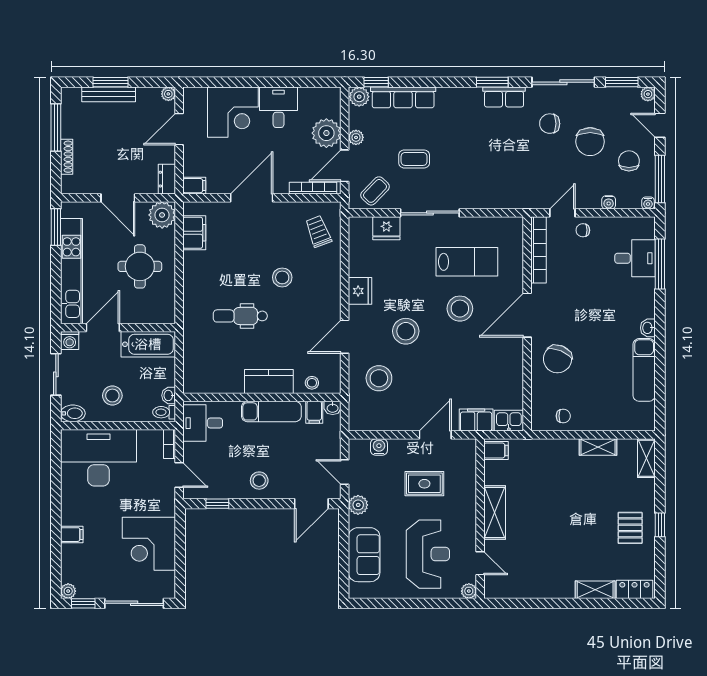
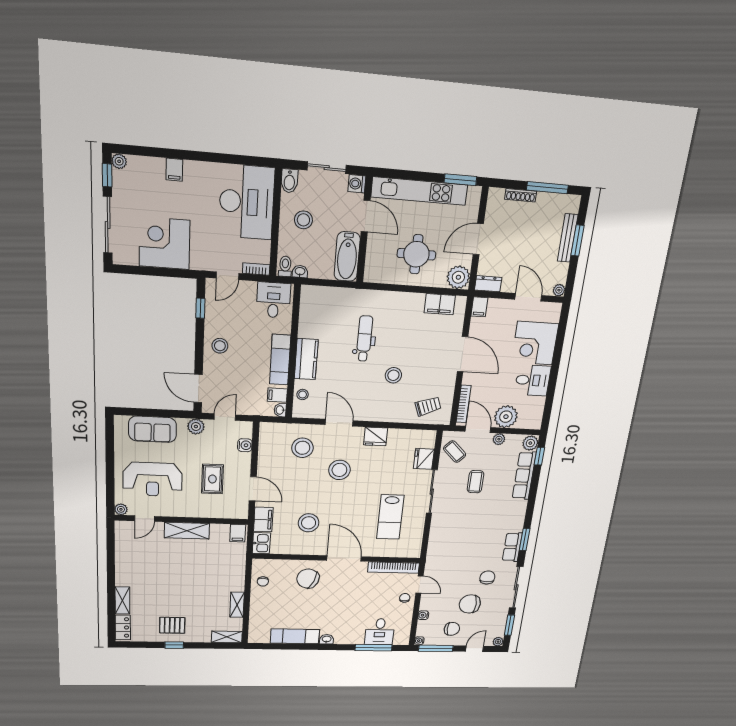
stool: (460, 309) -> (309, 523), moved

